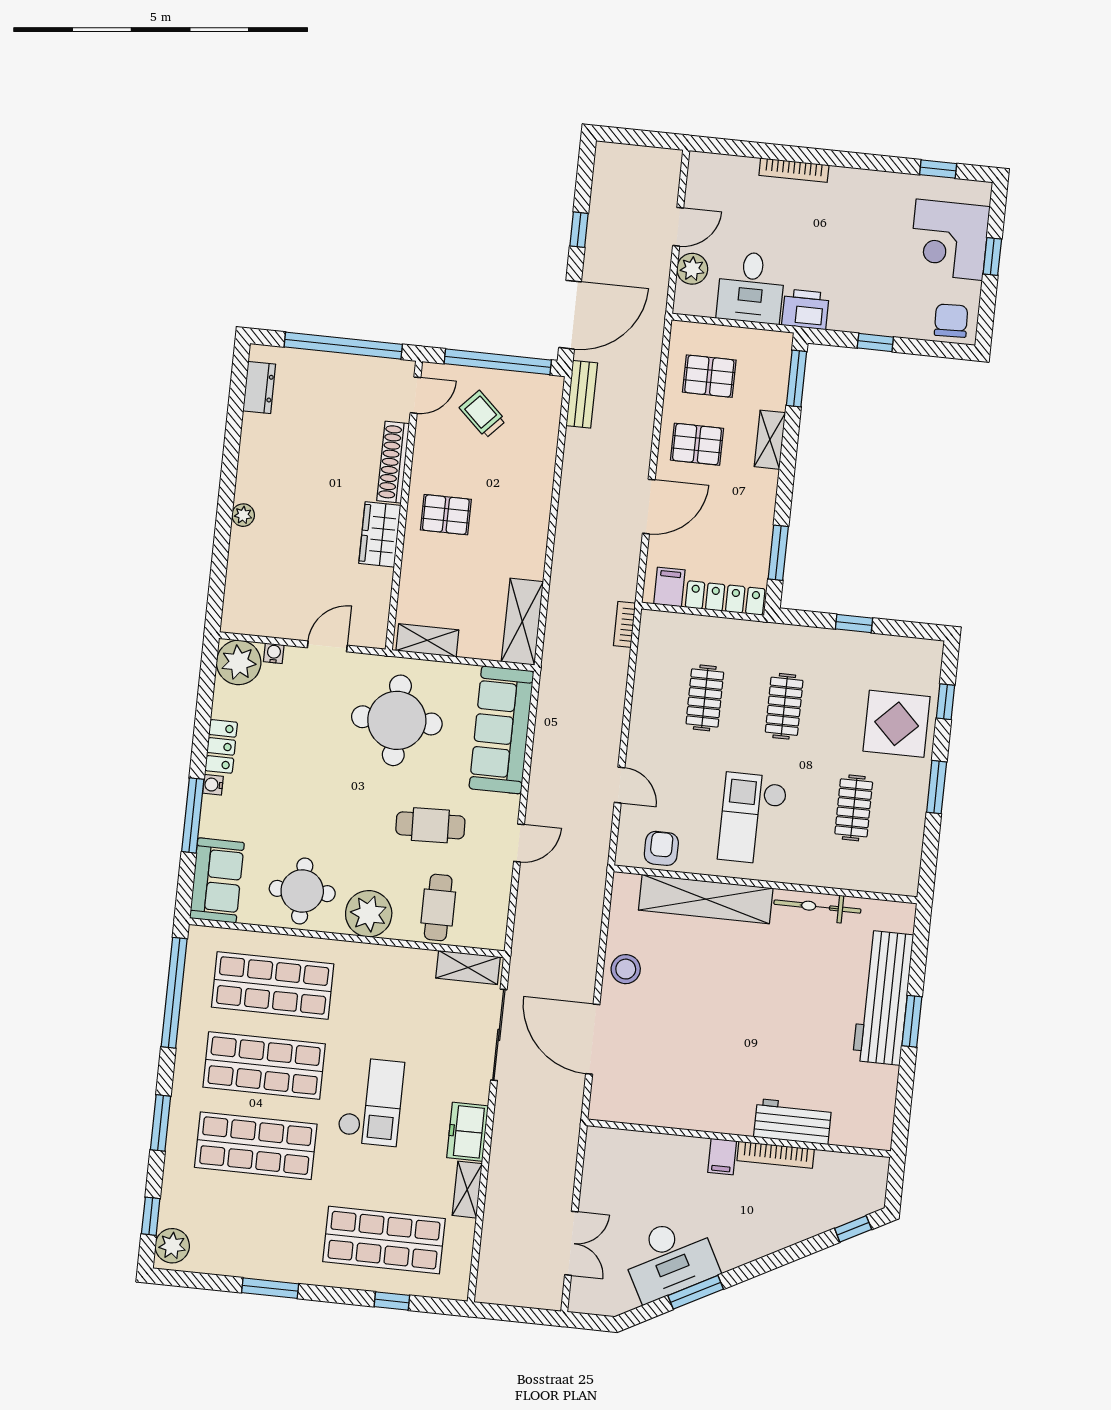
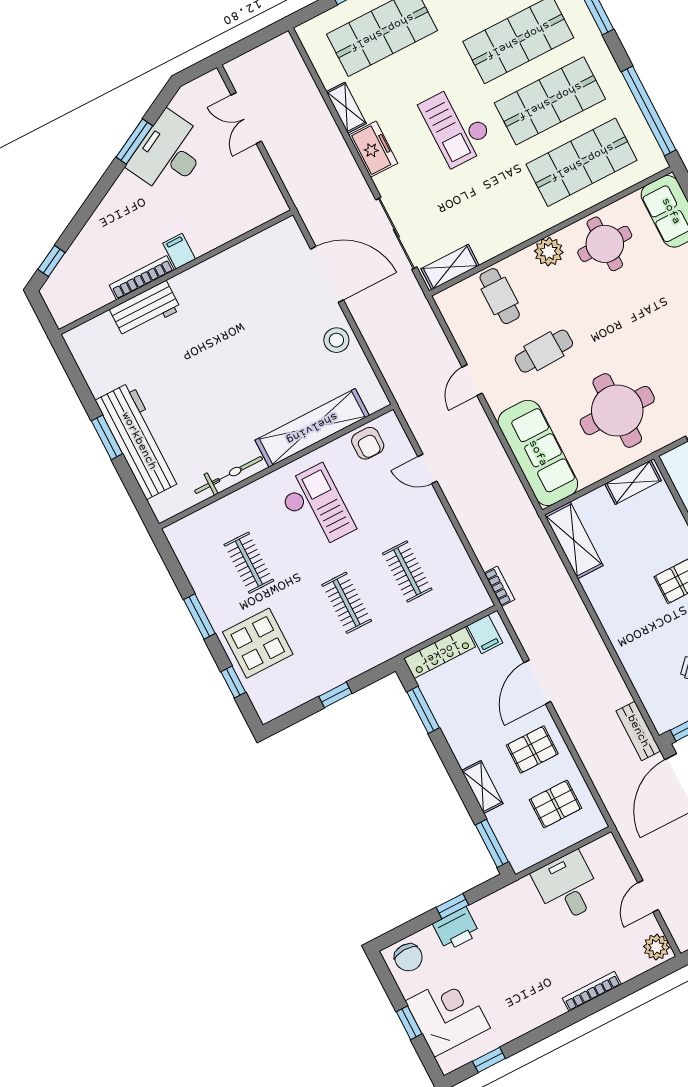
plant: (692, 269) -> (656, 947), moved
printer: (805, 309) -> (456, 929), moved
plant: (369, 914) -> (549, 252), width x0.73, depth x0.73

